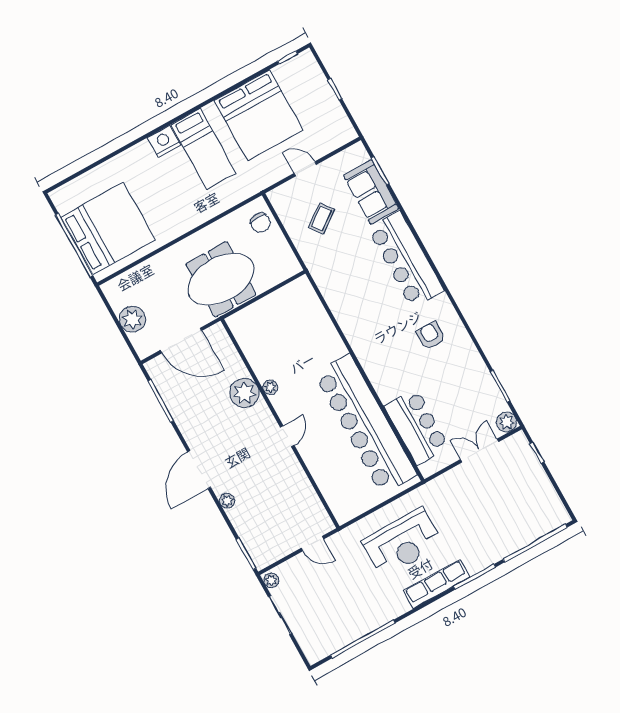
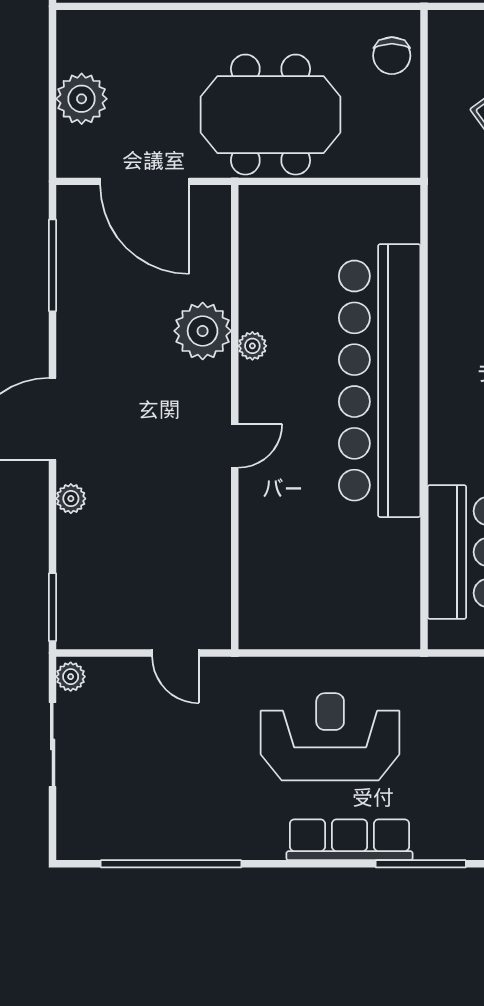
bar counter: (365, 424) -> (380, 381), moved
reception desk: (402, 543) -> (330, 737), turned 180

